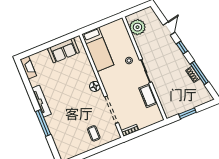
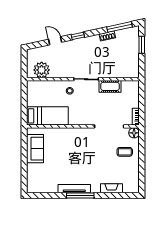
fireplace: (28, 68) -> (112, 188), moved
window: (199, 73) -> (120, 27), moved
floor lamp: (95, 86) -> (134, 133), moved
window: (187, 113) -> (142, 45), moved
window: (43, 123) -> (80, 196), moved

